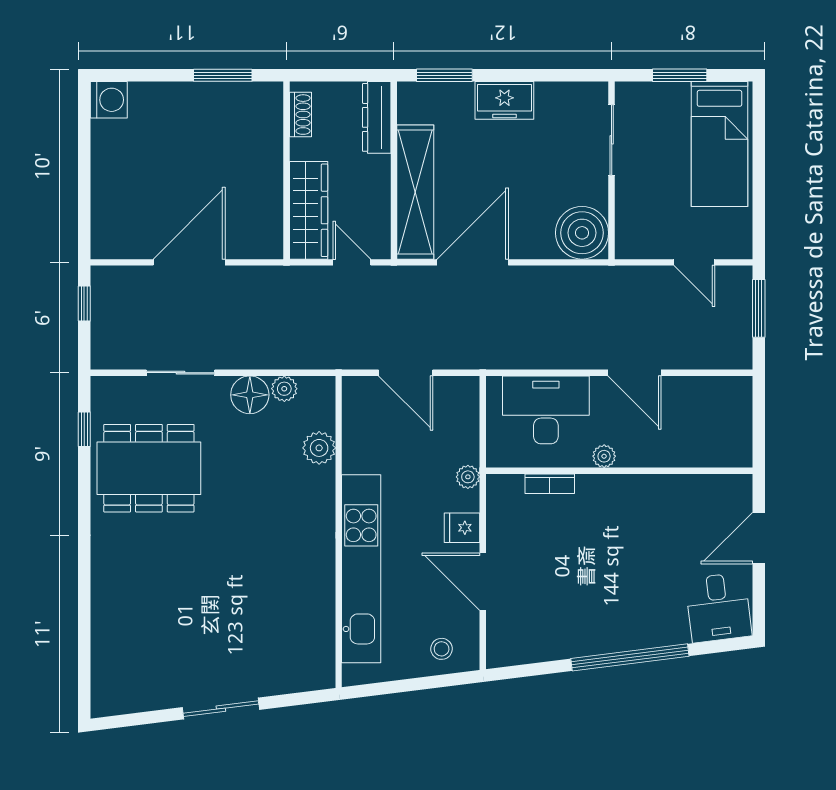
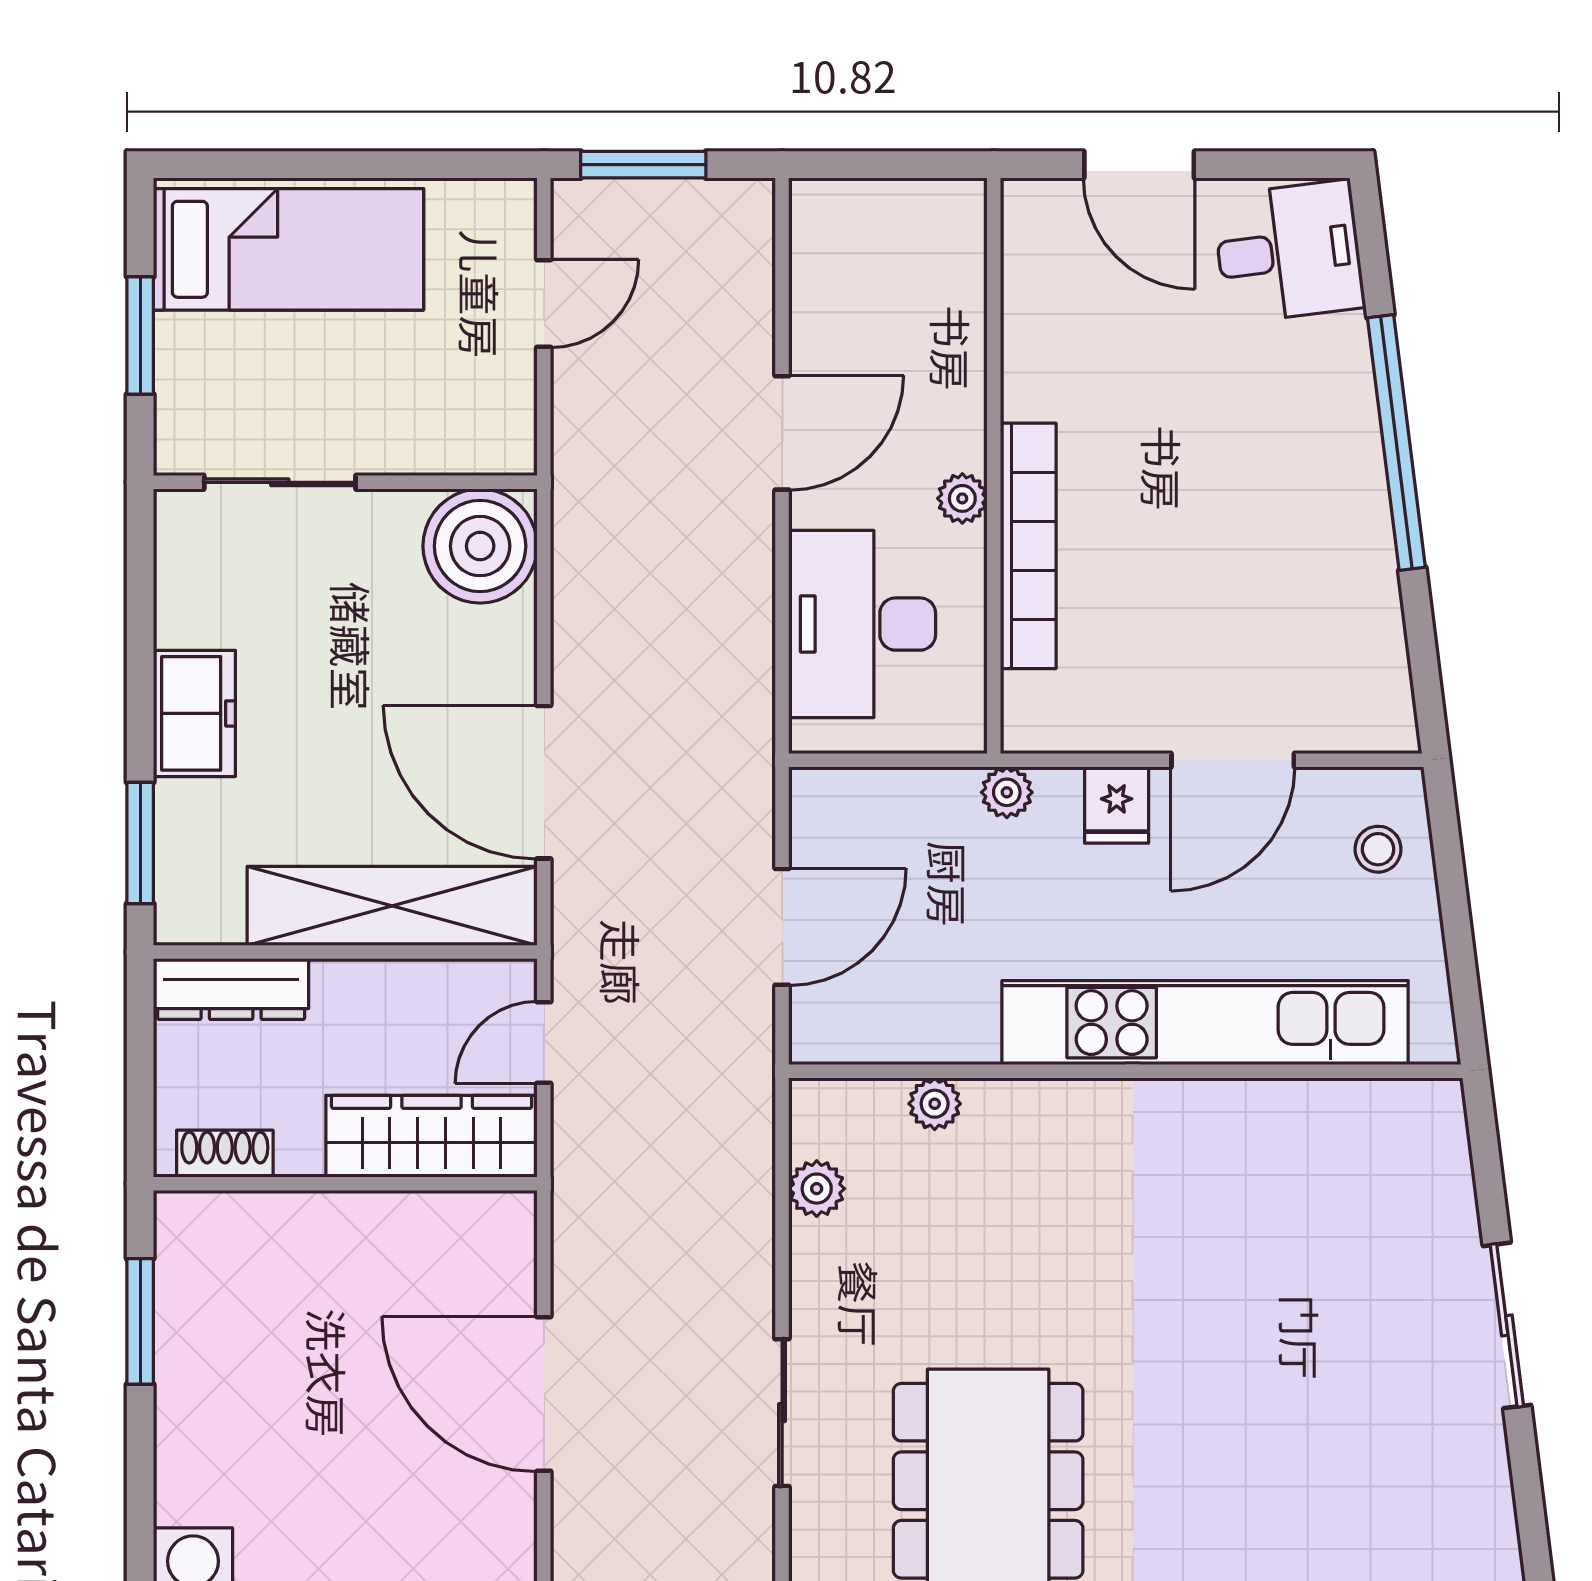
floor lamp: (250, 395) -> (830, 1263), removed
plant: (319, 448) -> (935, 1104), width x0.73, depth x0.73
bookcase: (550, 484) -> (1028, 546), width x2.31, depth x1.31

